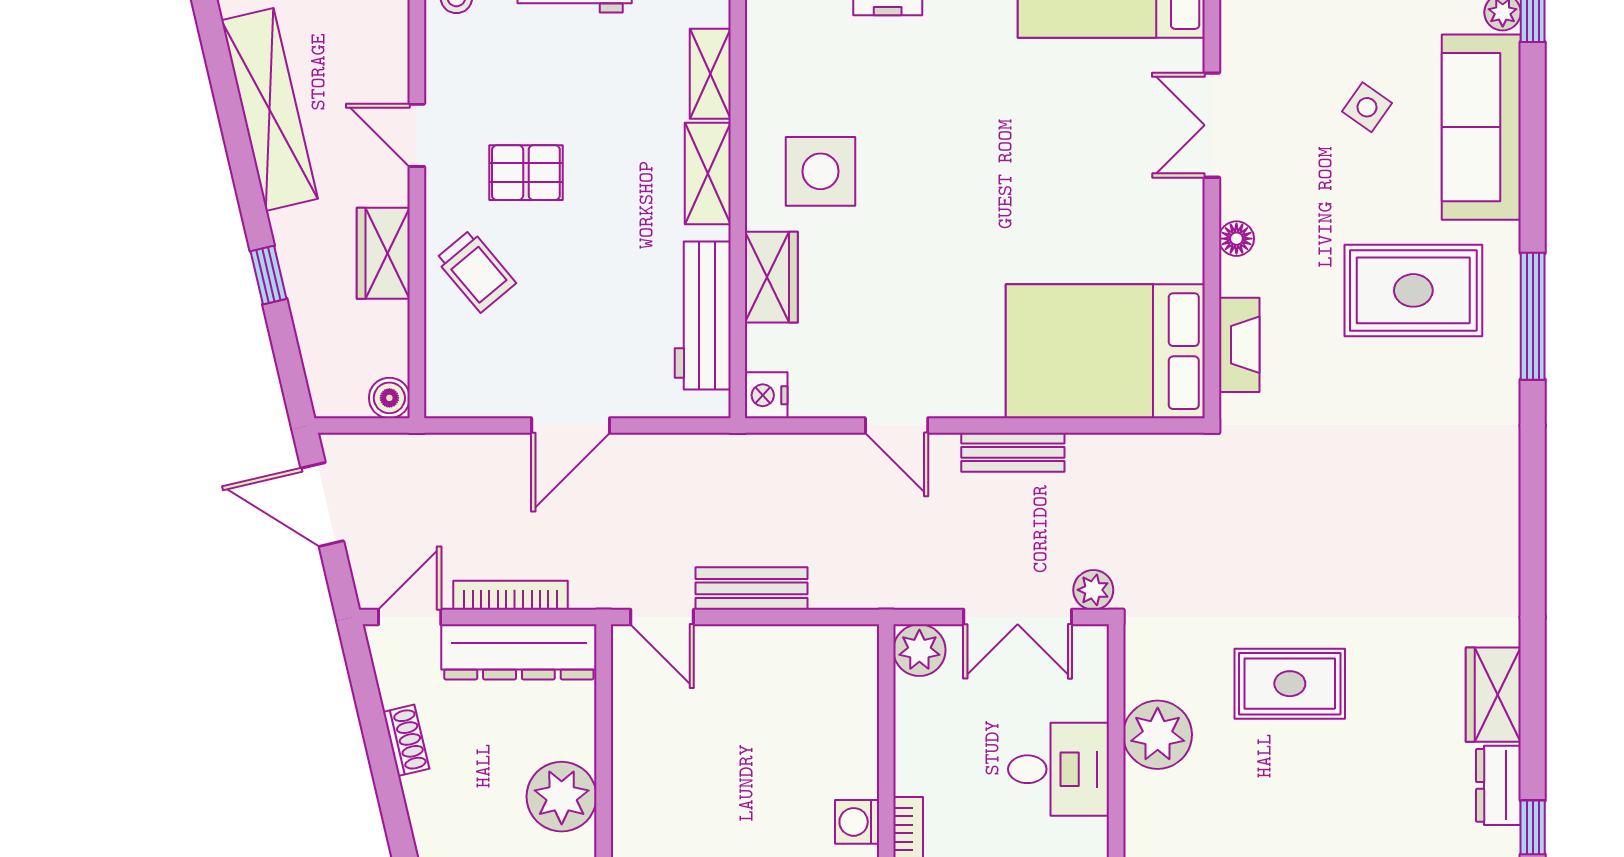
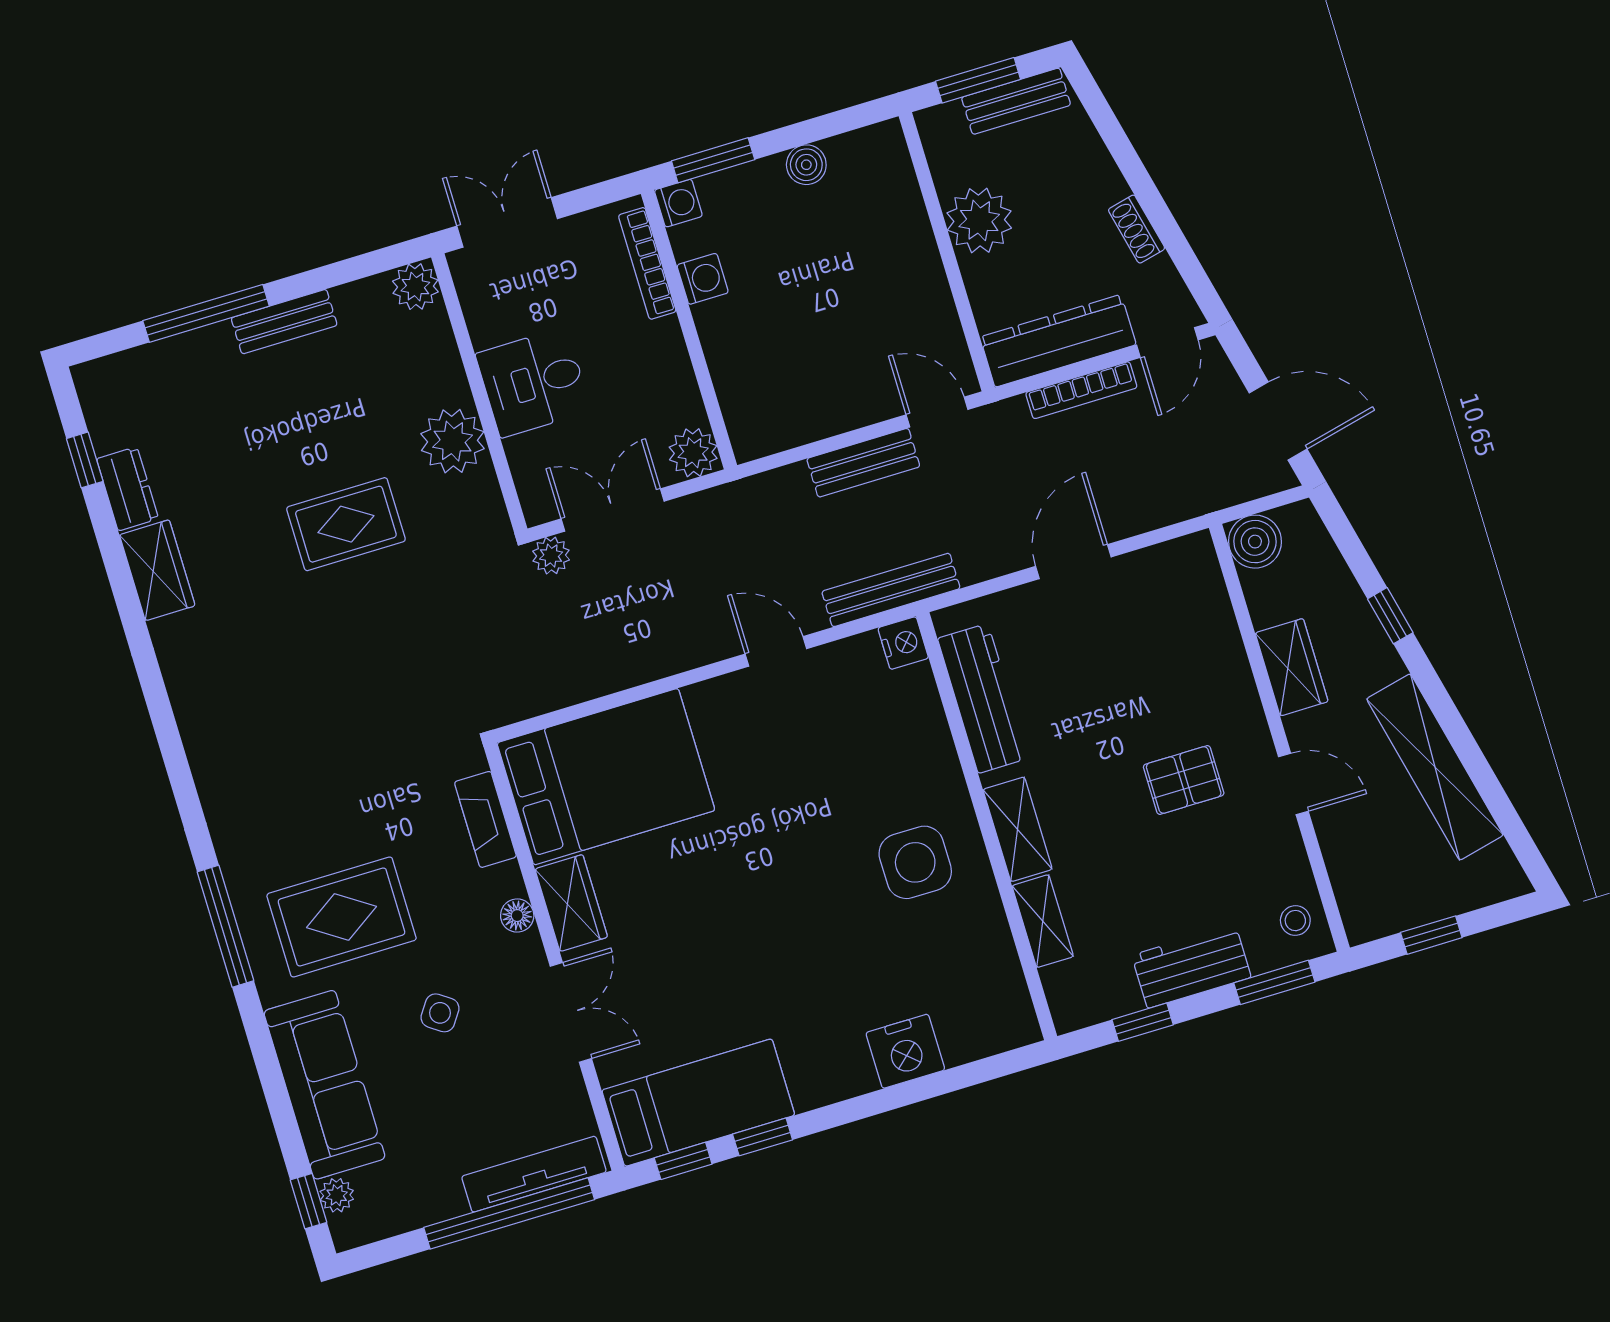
side table: (1367, 107) -> (440, 1013), moved
trolley: (476, 271) -> (1202, 676), removed
wardrobe: (771, 277) -> (571, 903), moved, turned 180
boiler: (389, 398) -> (1255, 542), width x1.36, depth x1.36
bench: (1013, 452) -> (891, 590), moved, width x1.36

